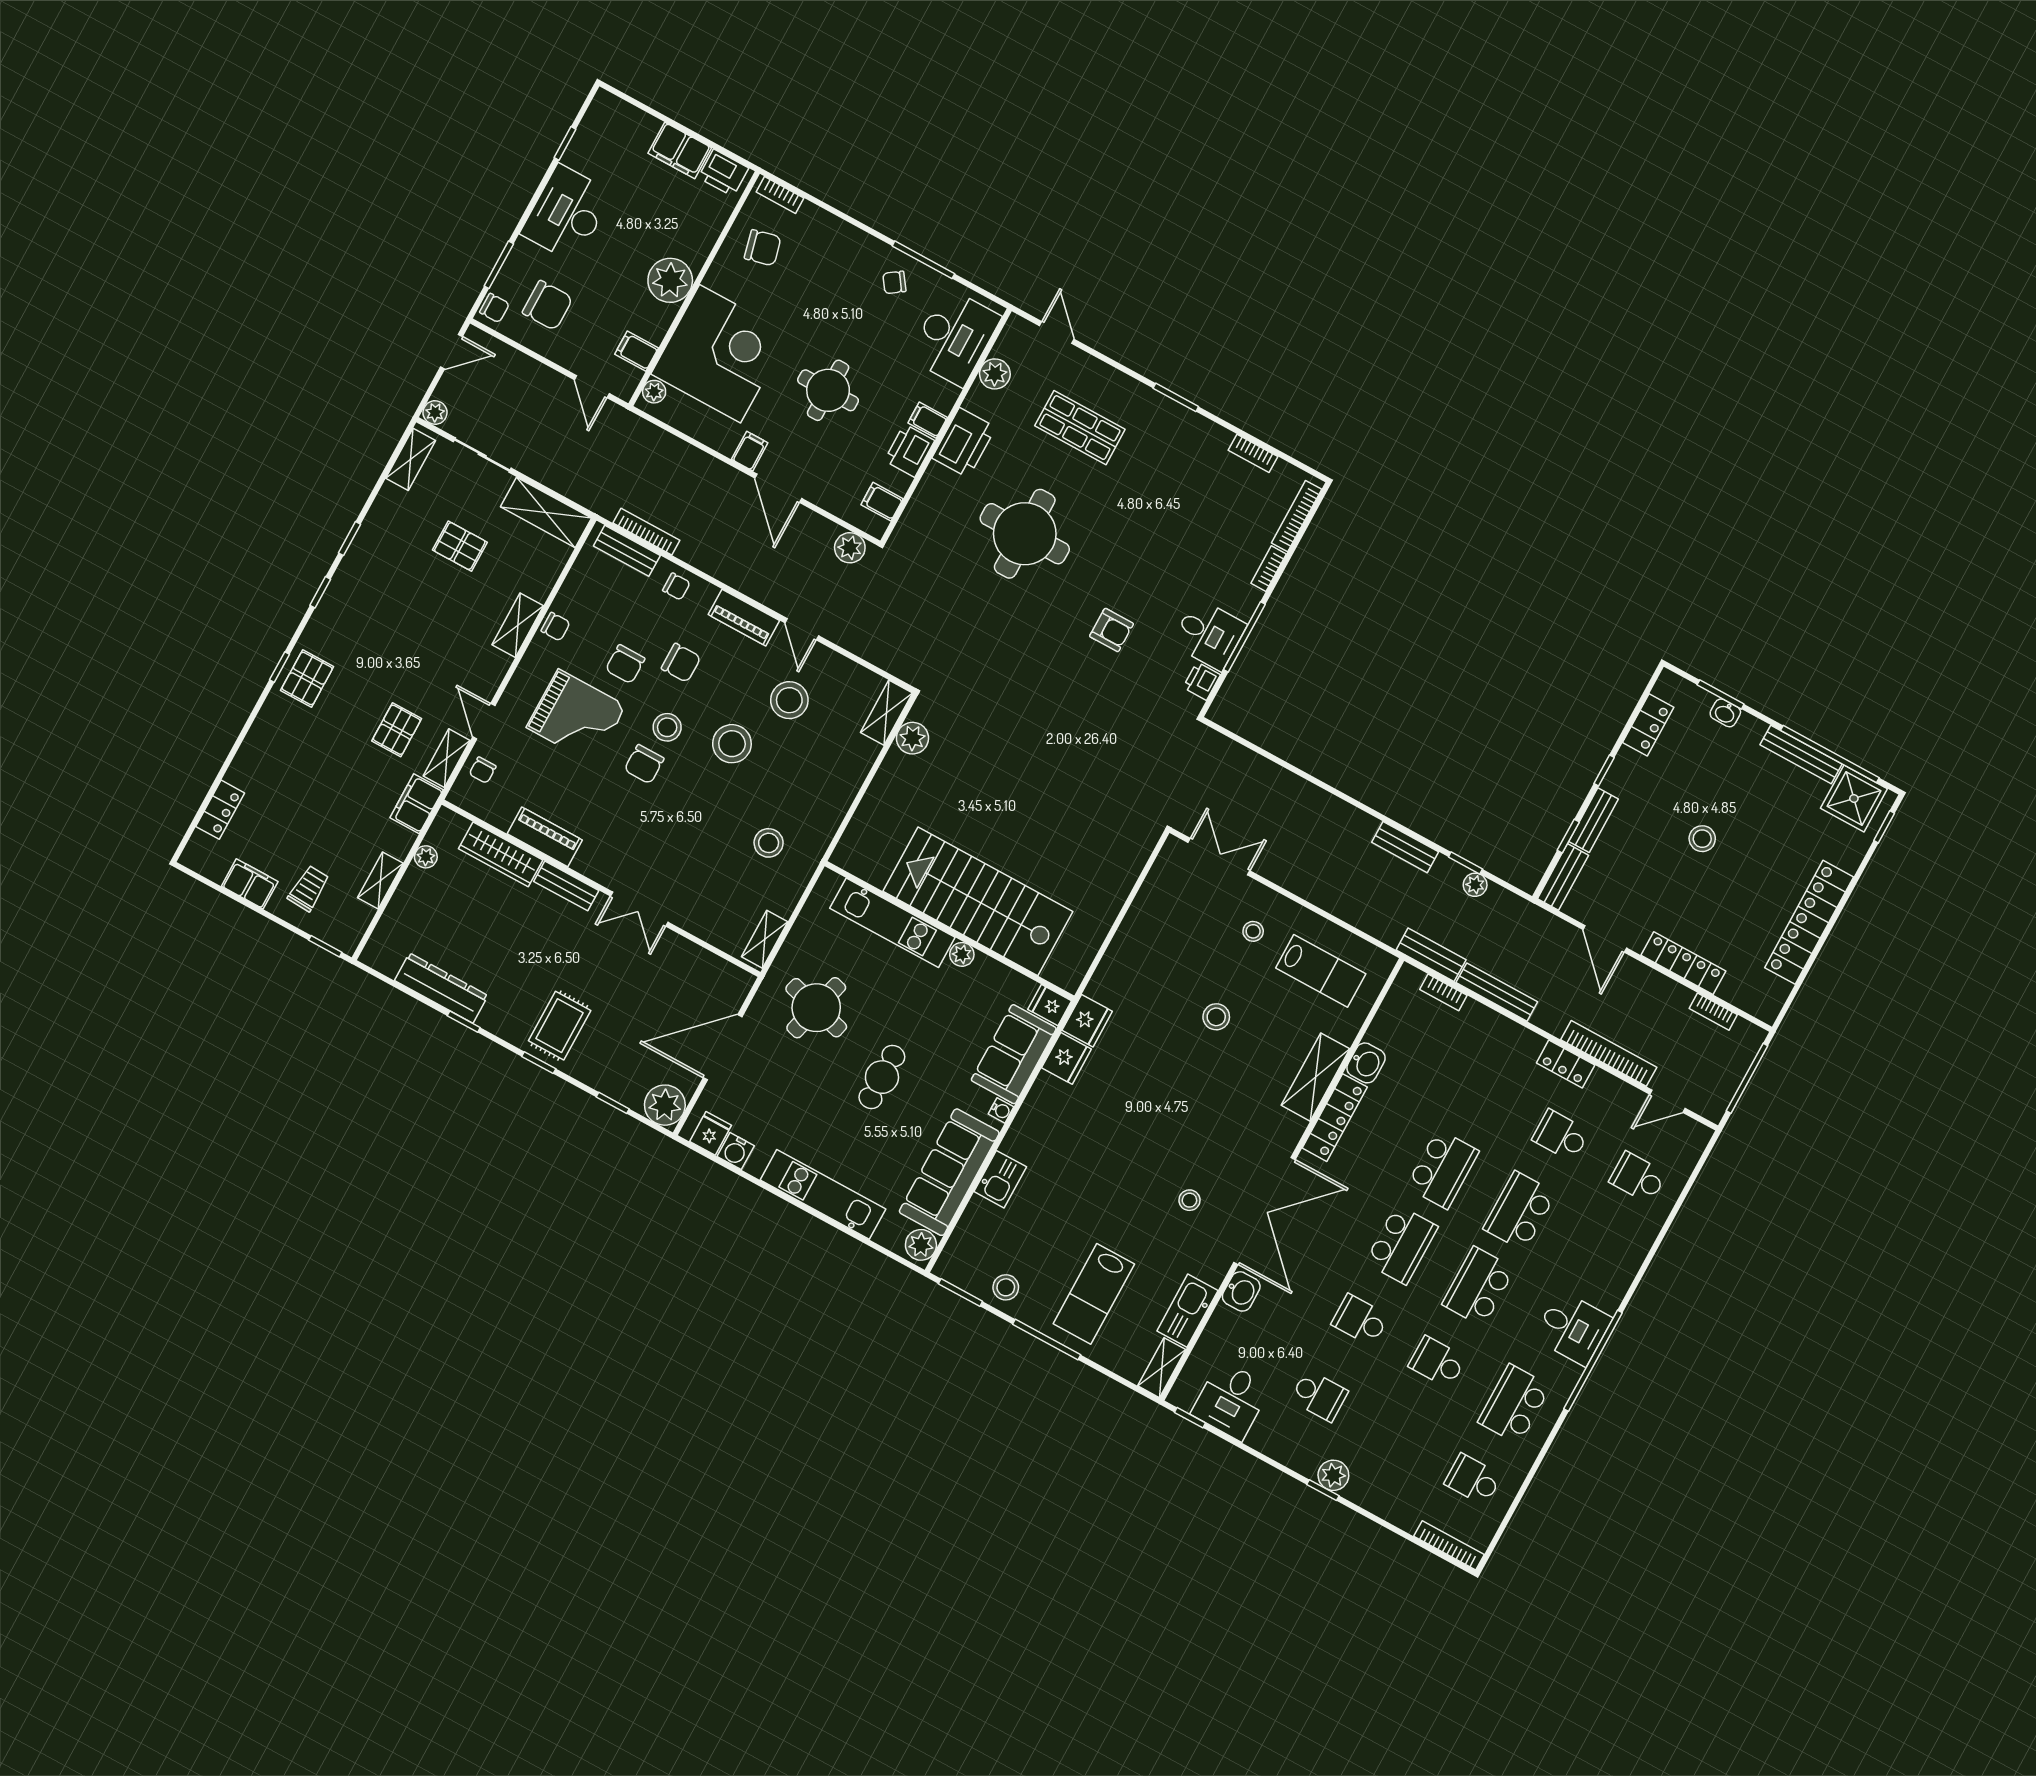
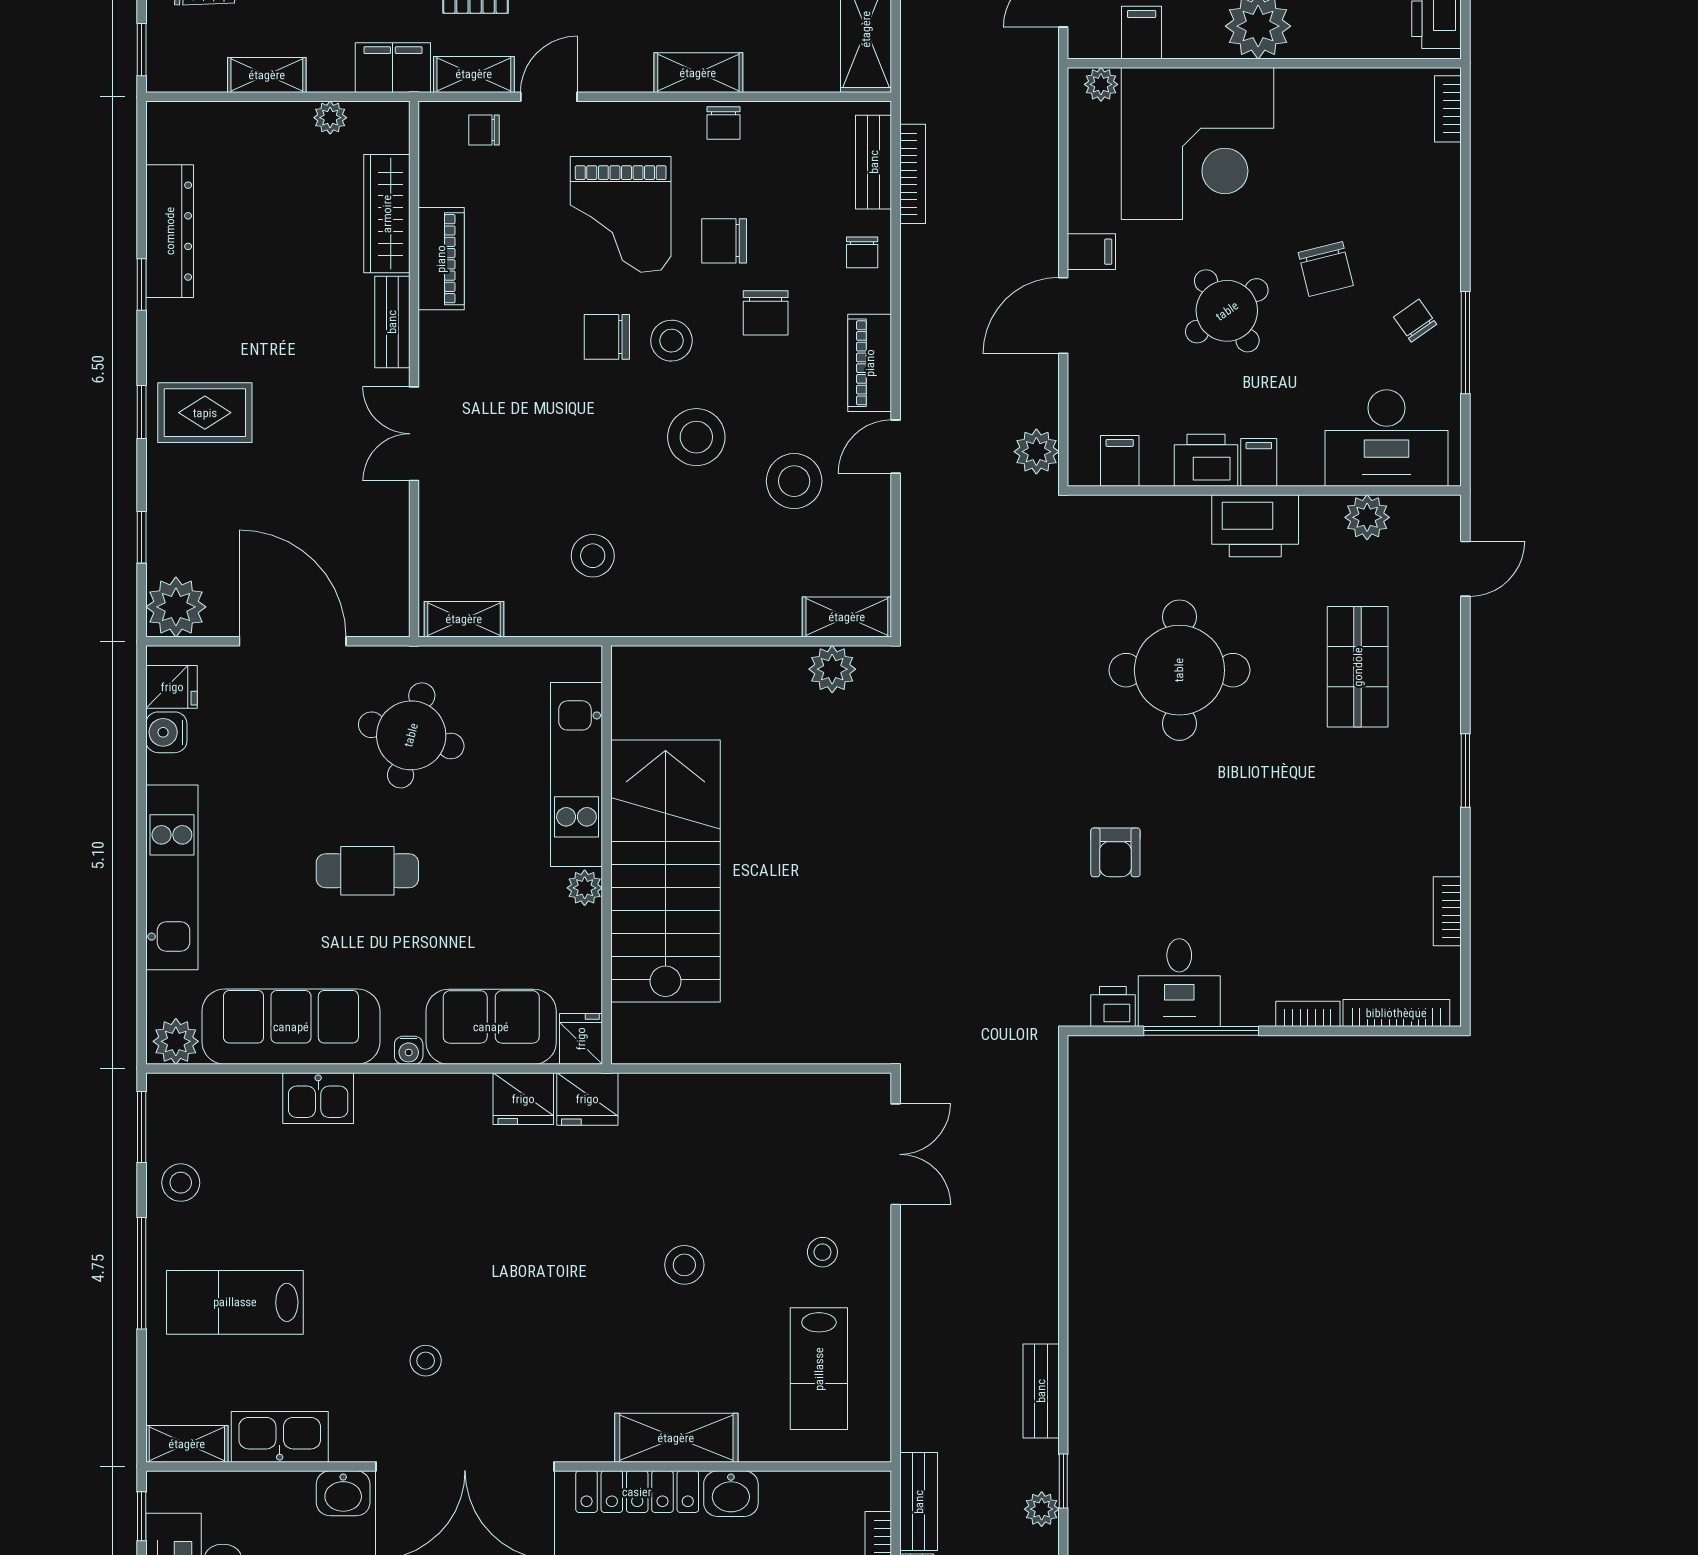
chair: (763, 248) -> (1326, 269), moved
round table: (828, 390) -> (1227, 311), turned -35

